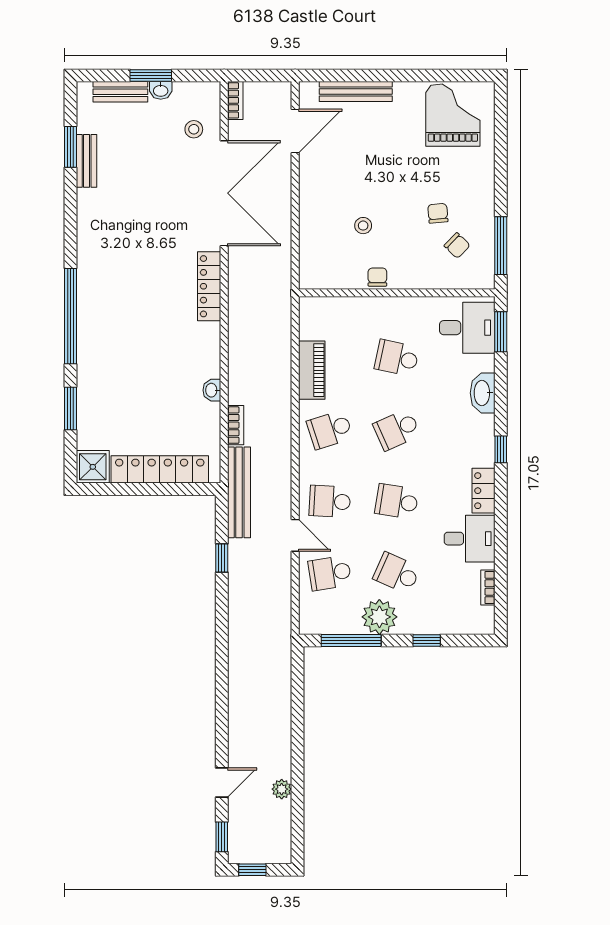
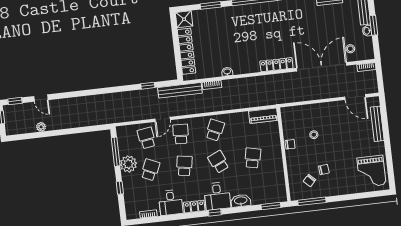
grand piano: (453, 115) -> (371, 171), turned 90
double door: (224, 193) -> (322, 67), swing flipped
desk: (467, 328) -> (217, 196), moved
piano: (312, 370) -> (263, 116), moved
school desk: (330, 430) -> (215, 130), turned 42

